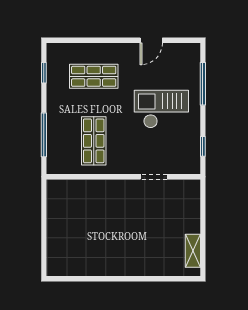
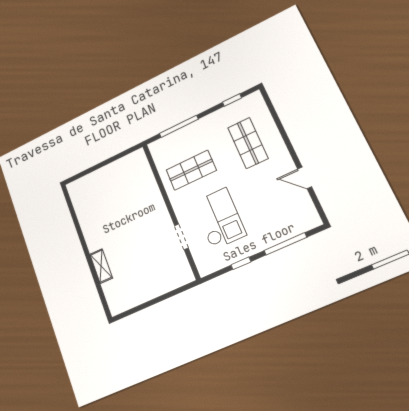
checkout: (161, 109) -> (219, 219), moved
window: (203, 146) -> (241, 263), moved
shelving: (193, 251) -> (101, 266), moved, turned 90

